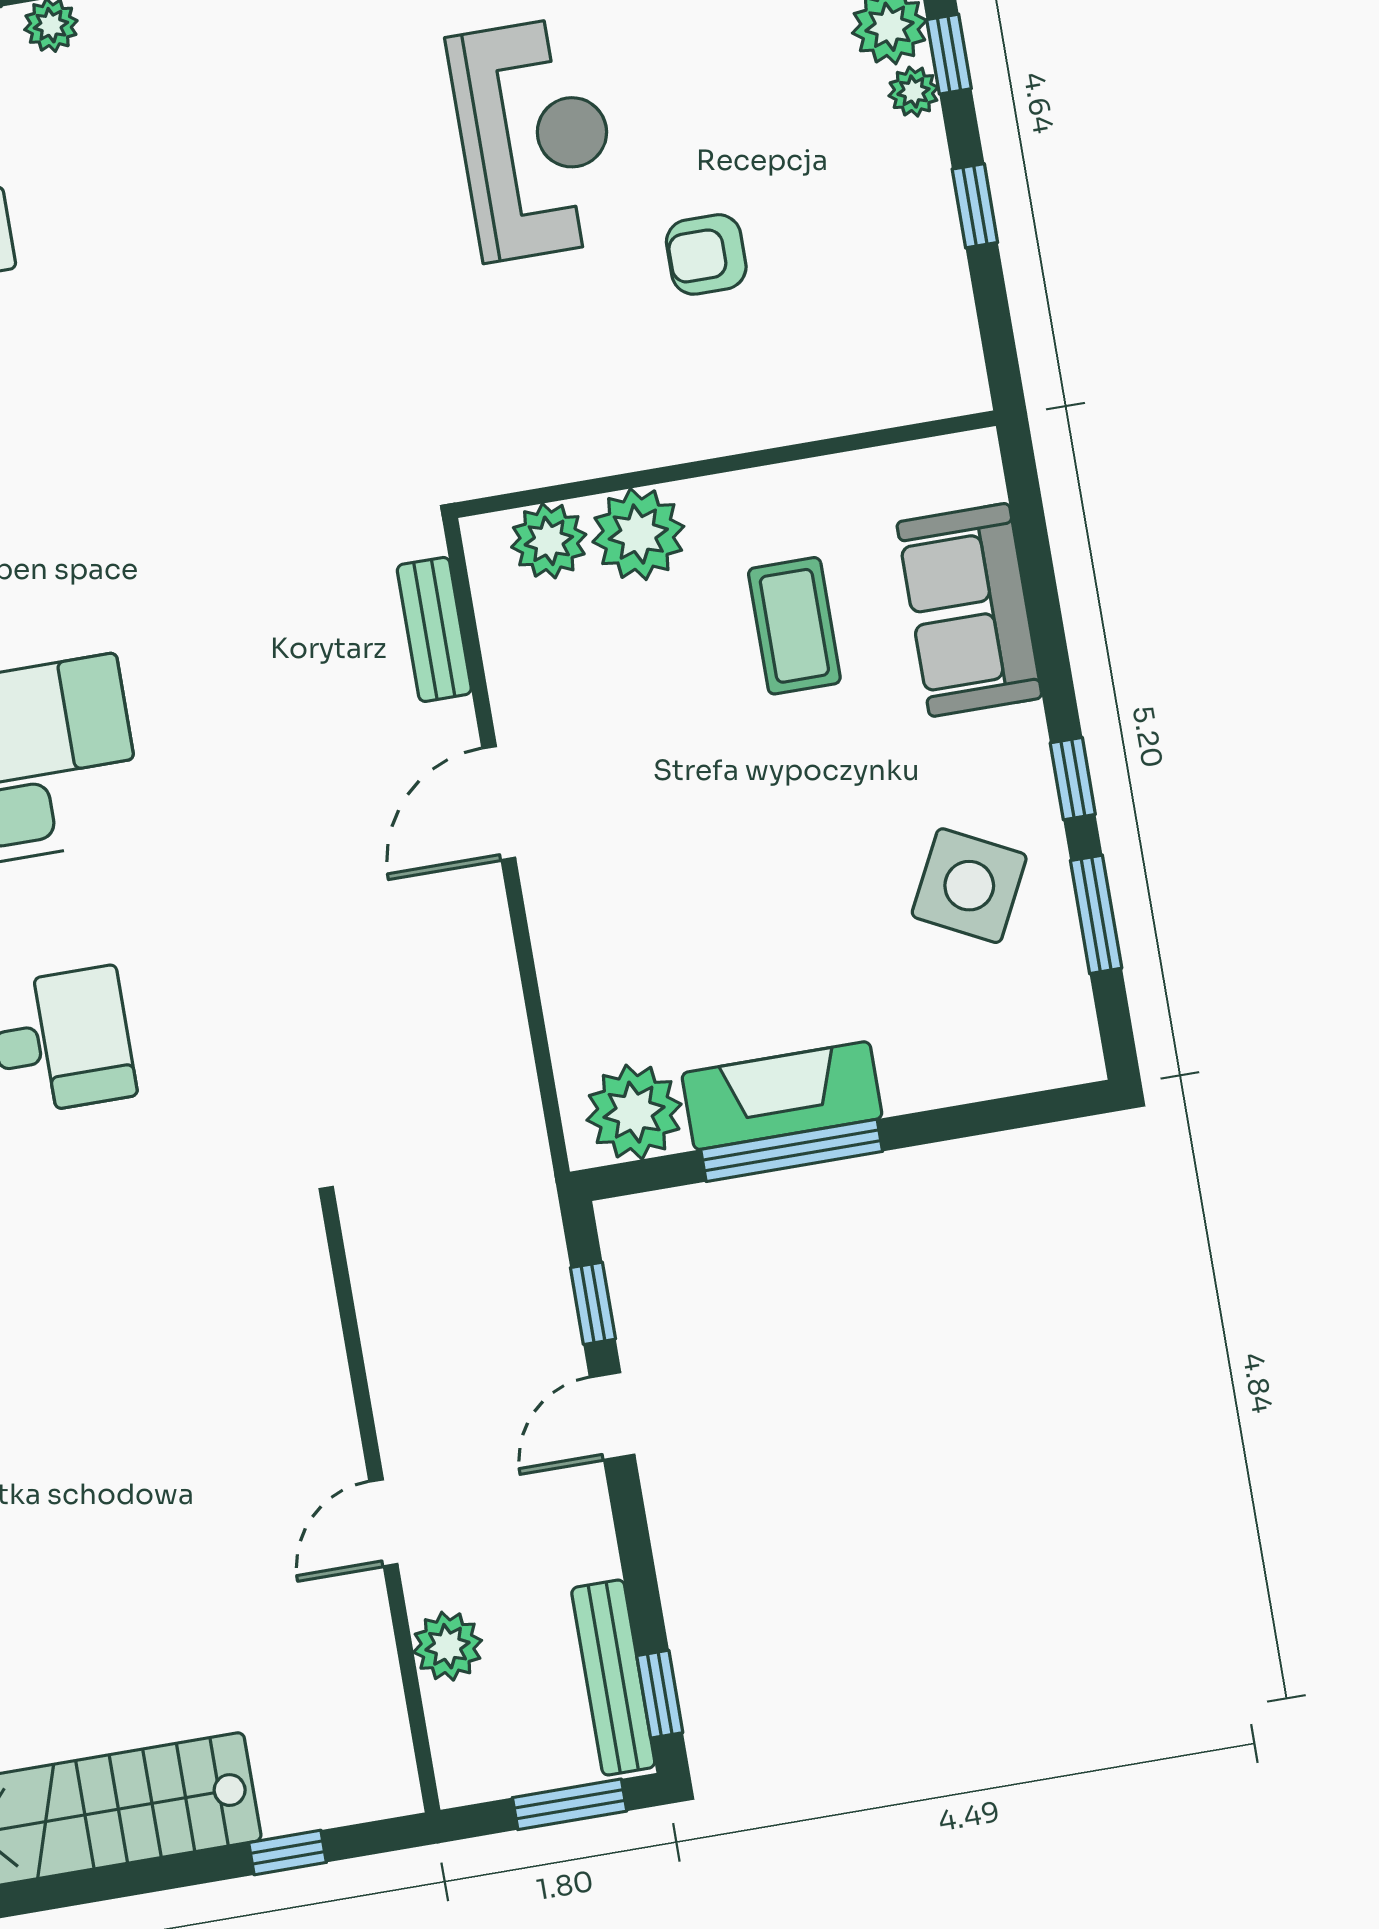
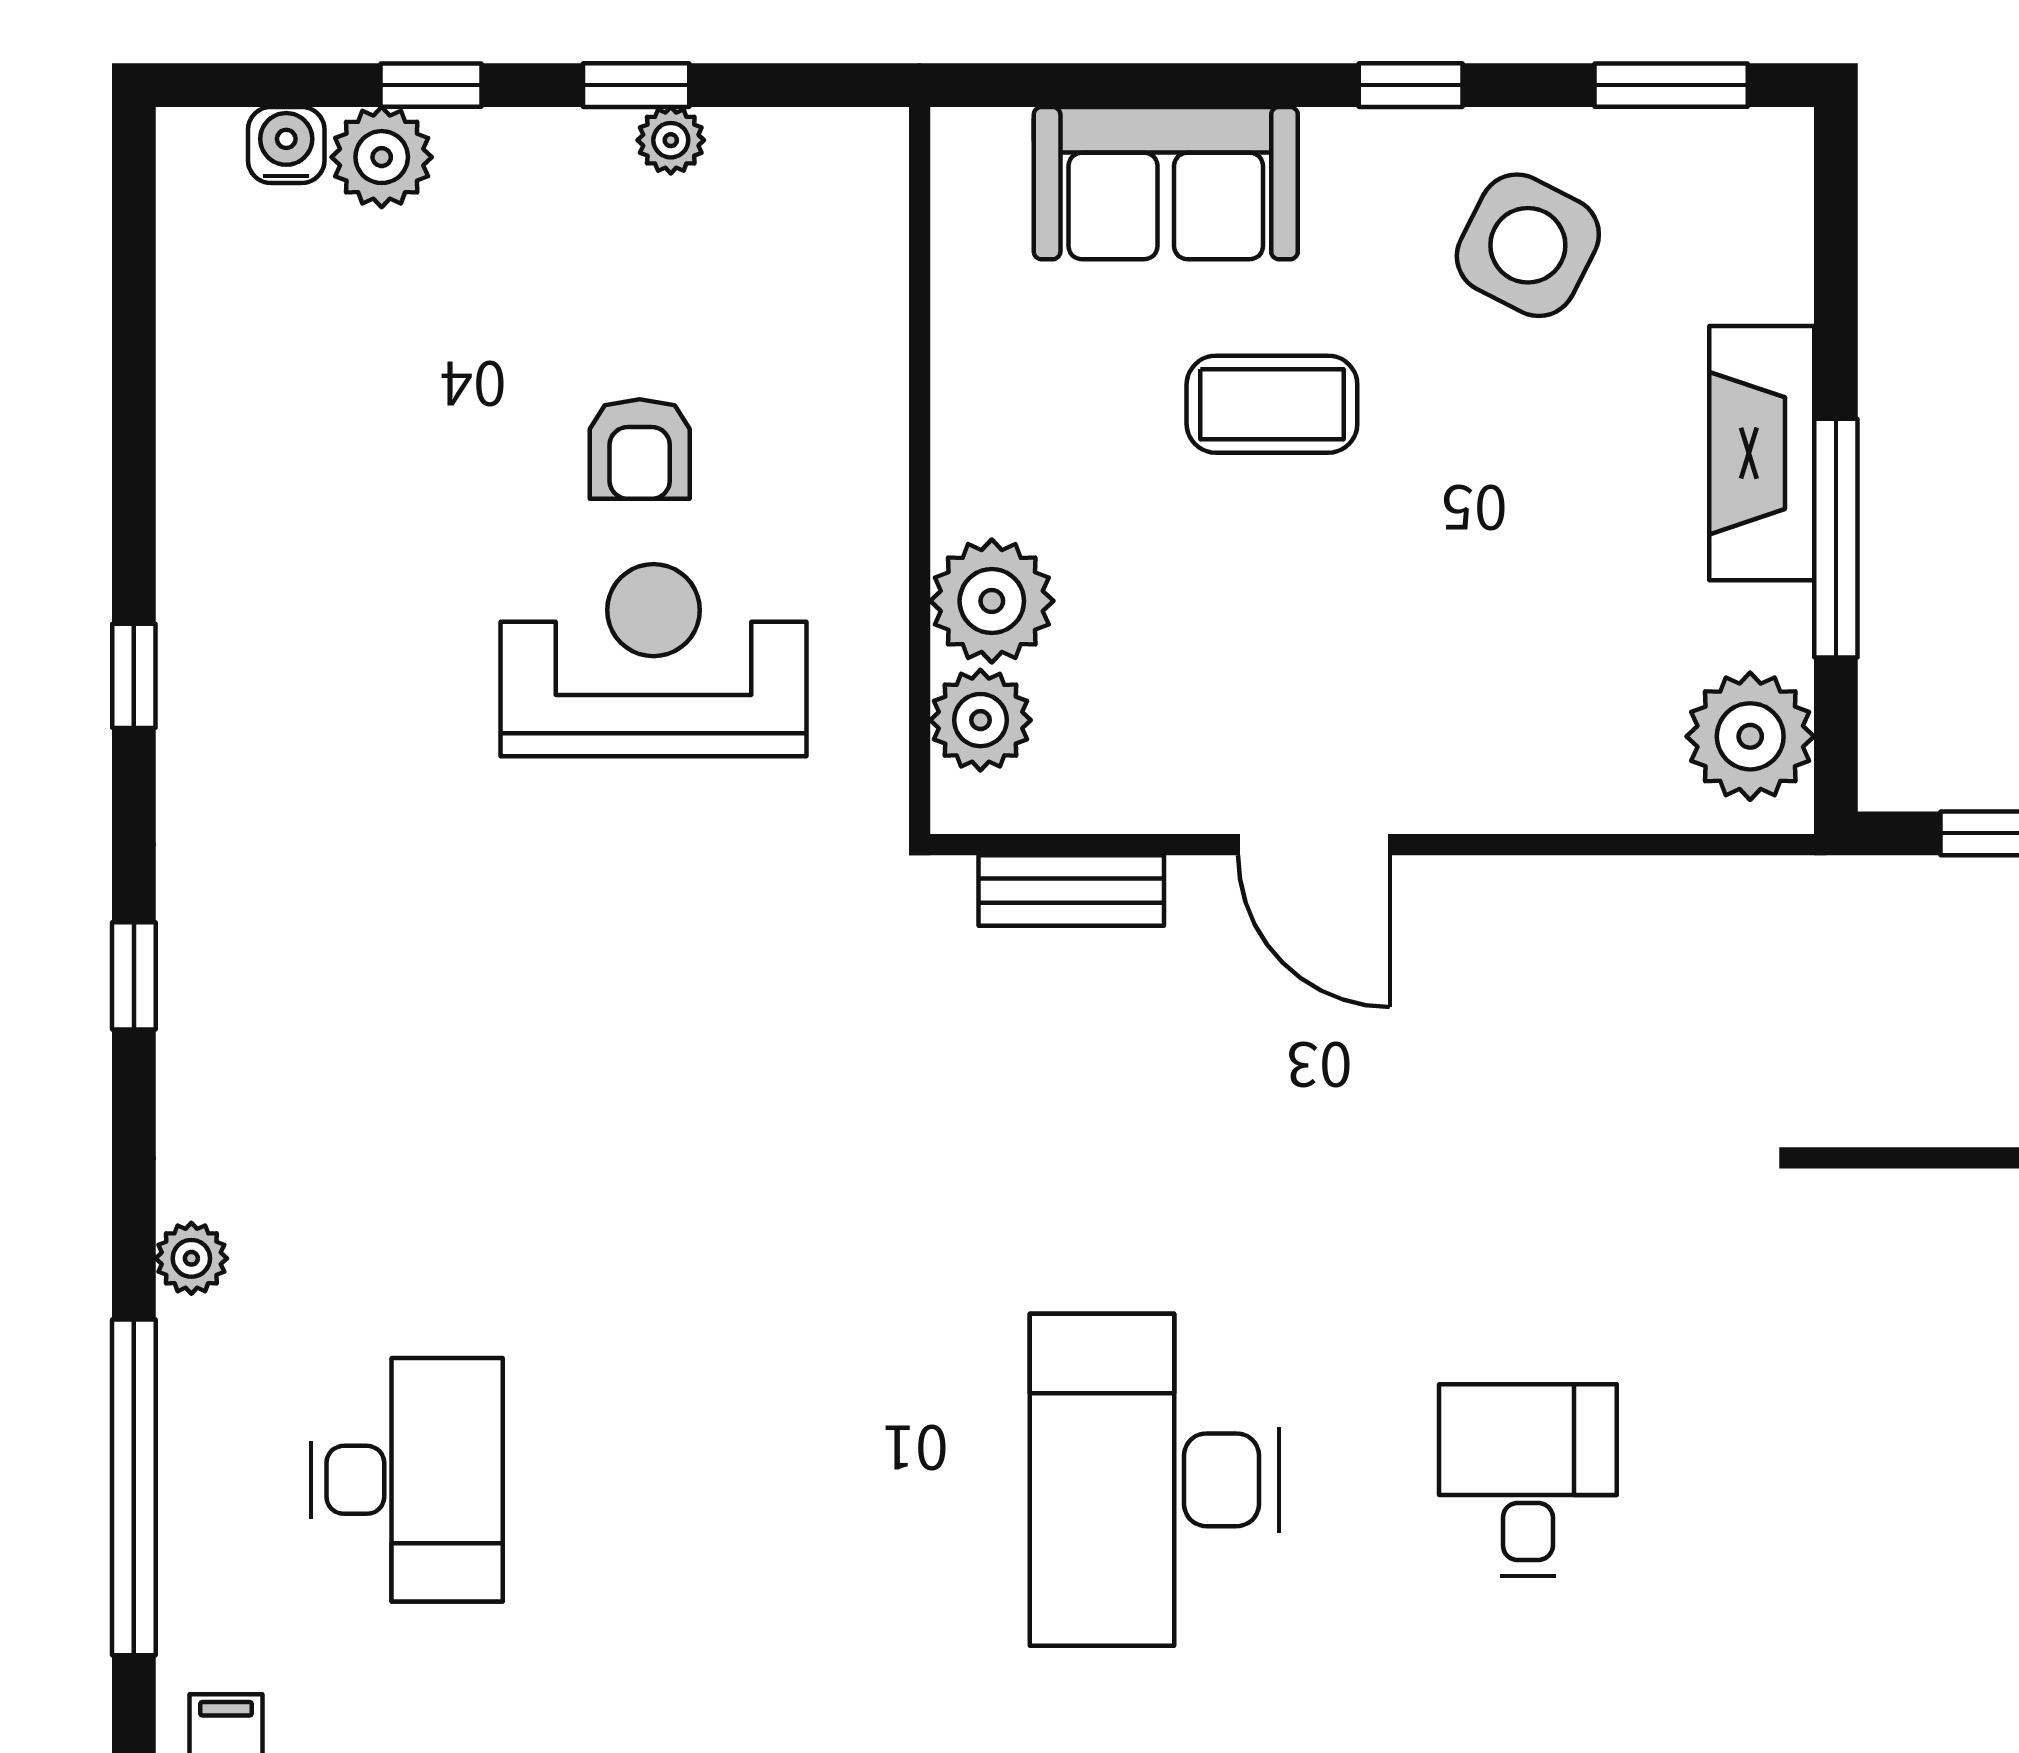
plant: (913, 92) -> (671, 140), moved
reception desk: (535, 139) -> (653, 660), moved
coffee table: (794, 626) -> (1272, 404), moved
window: (1096, 914) -> (1671, 85), moved
fireplace: (782, 1096) -> (1762, 453), moved

